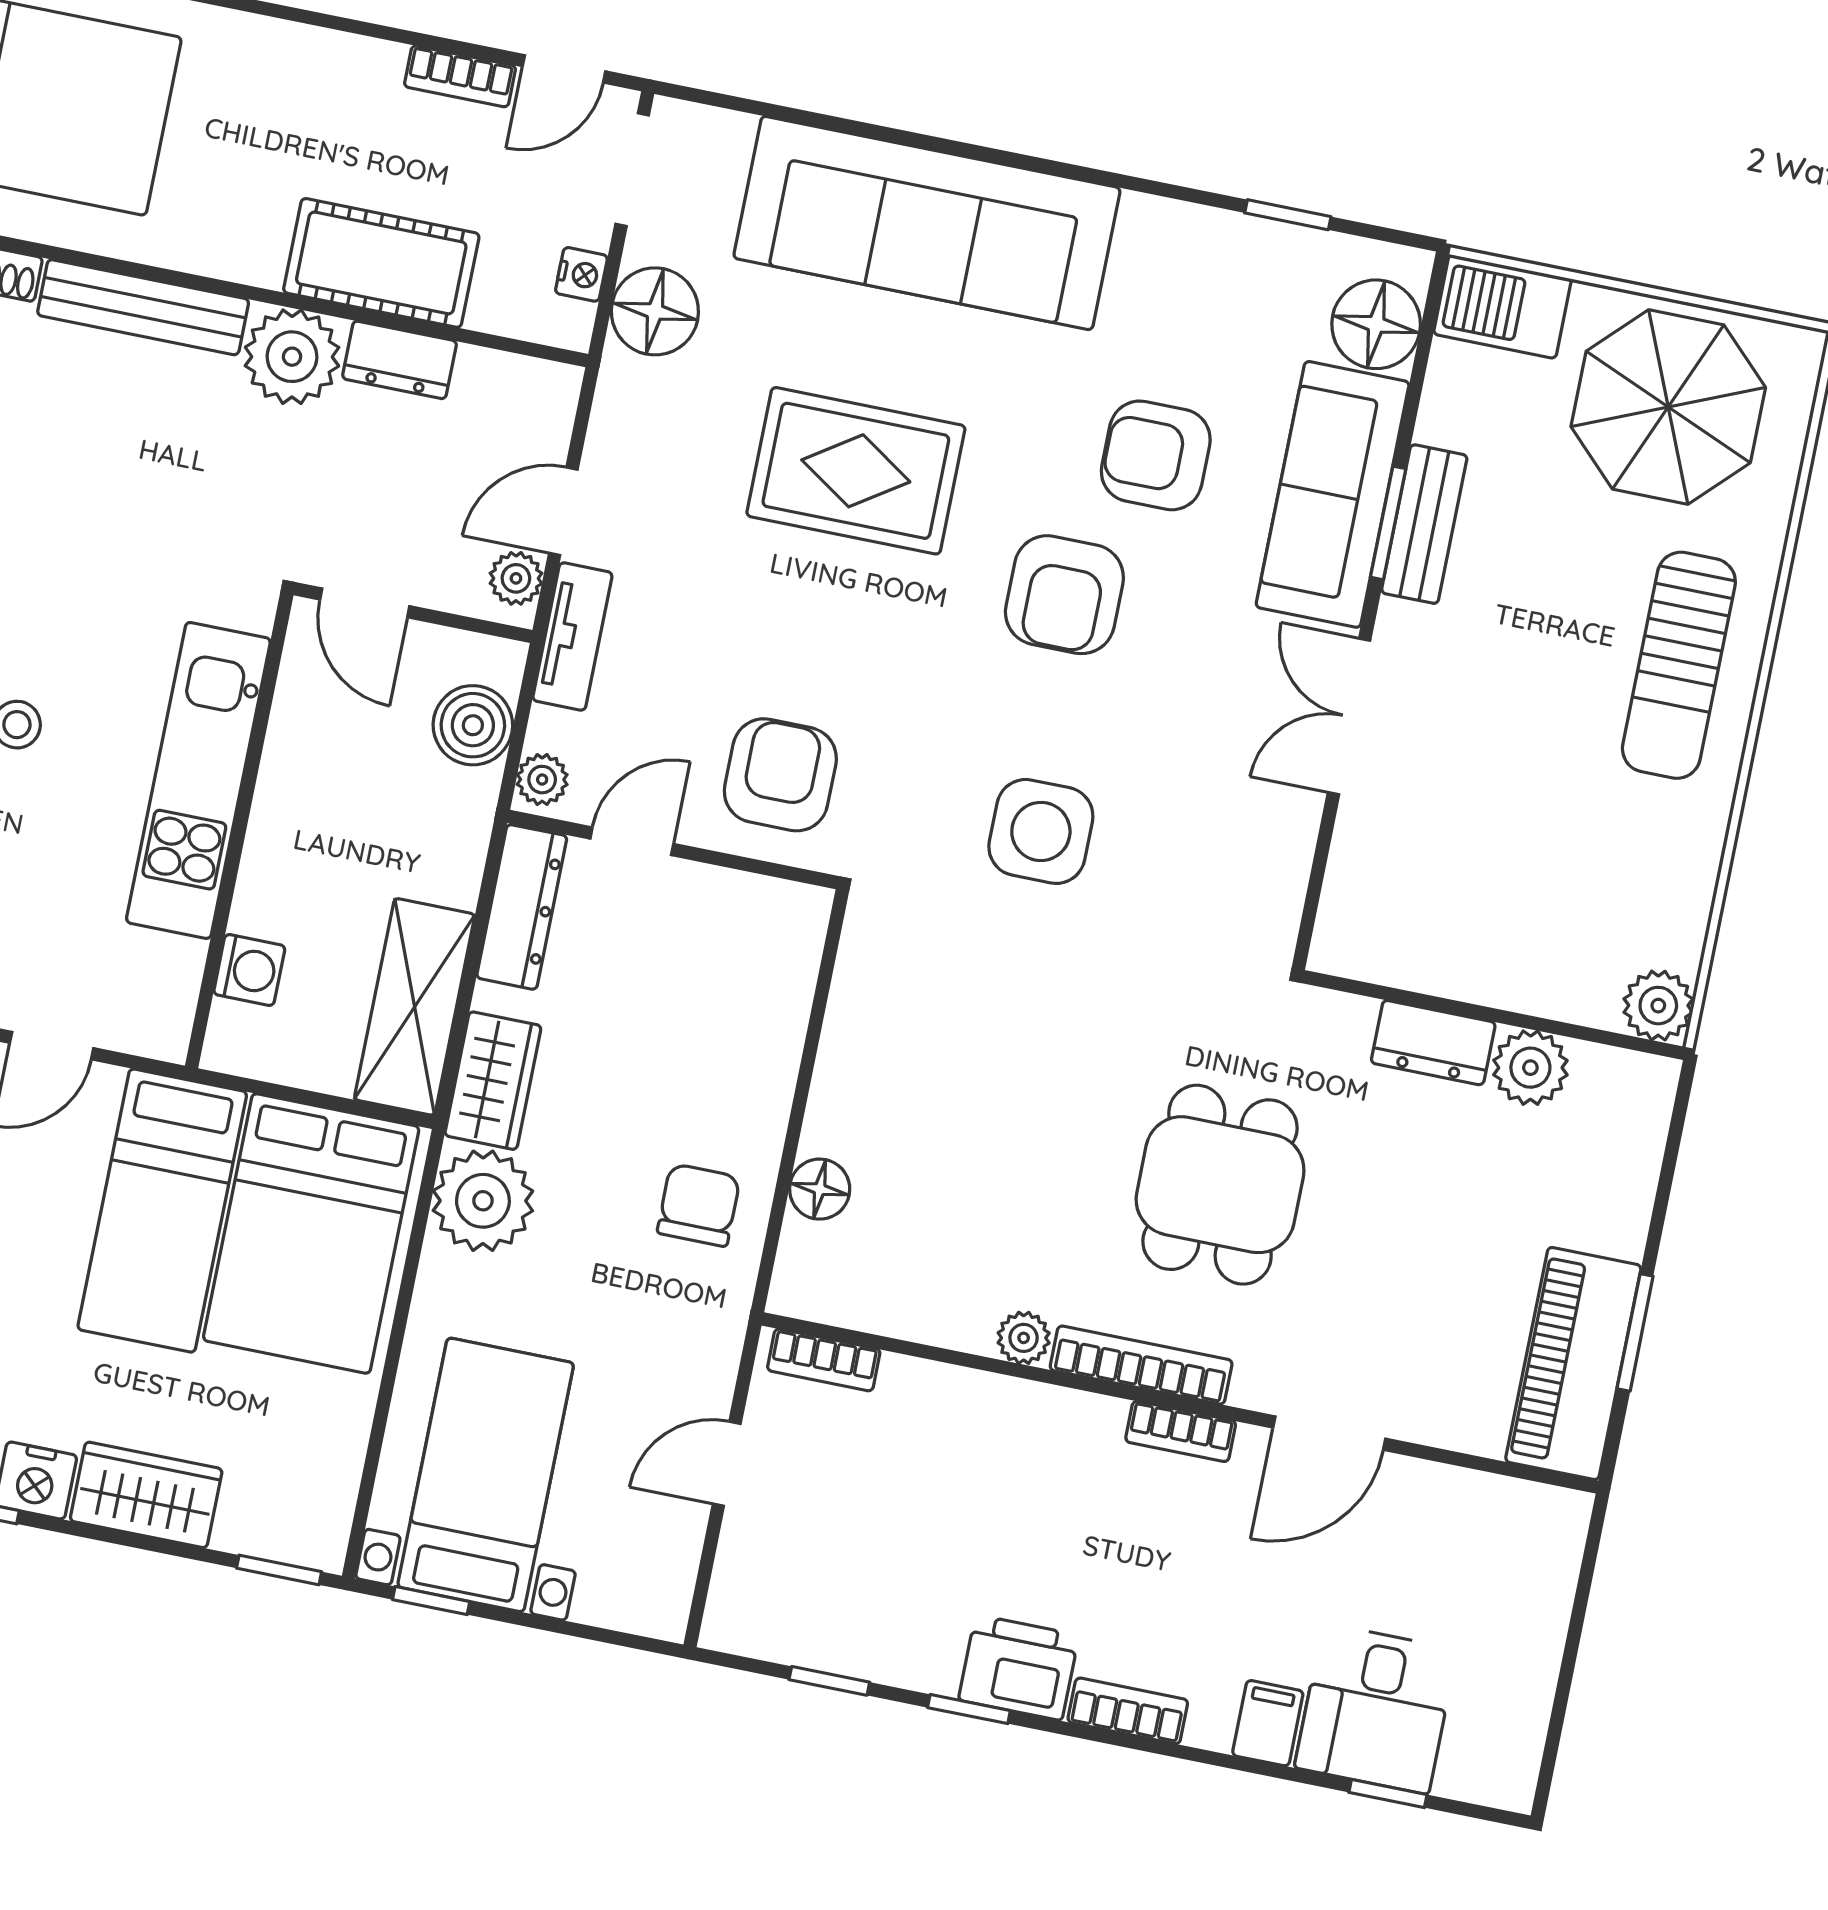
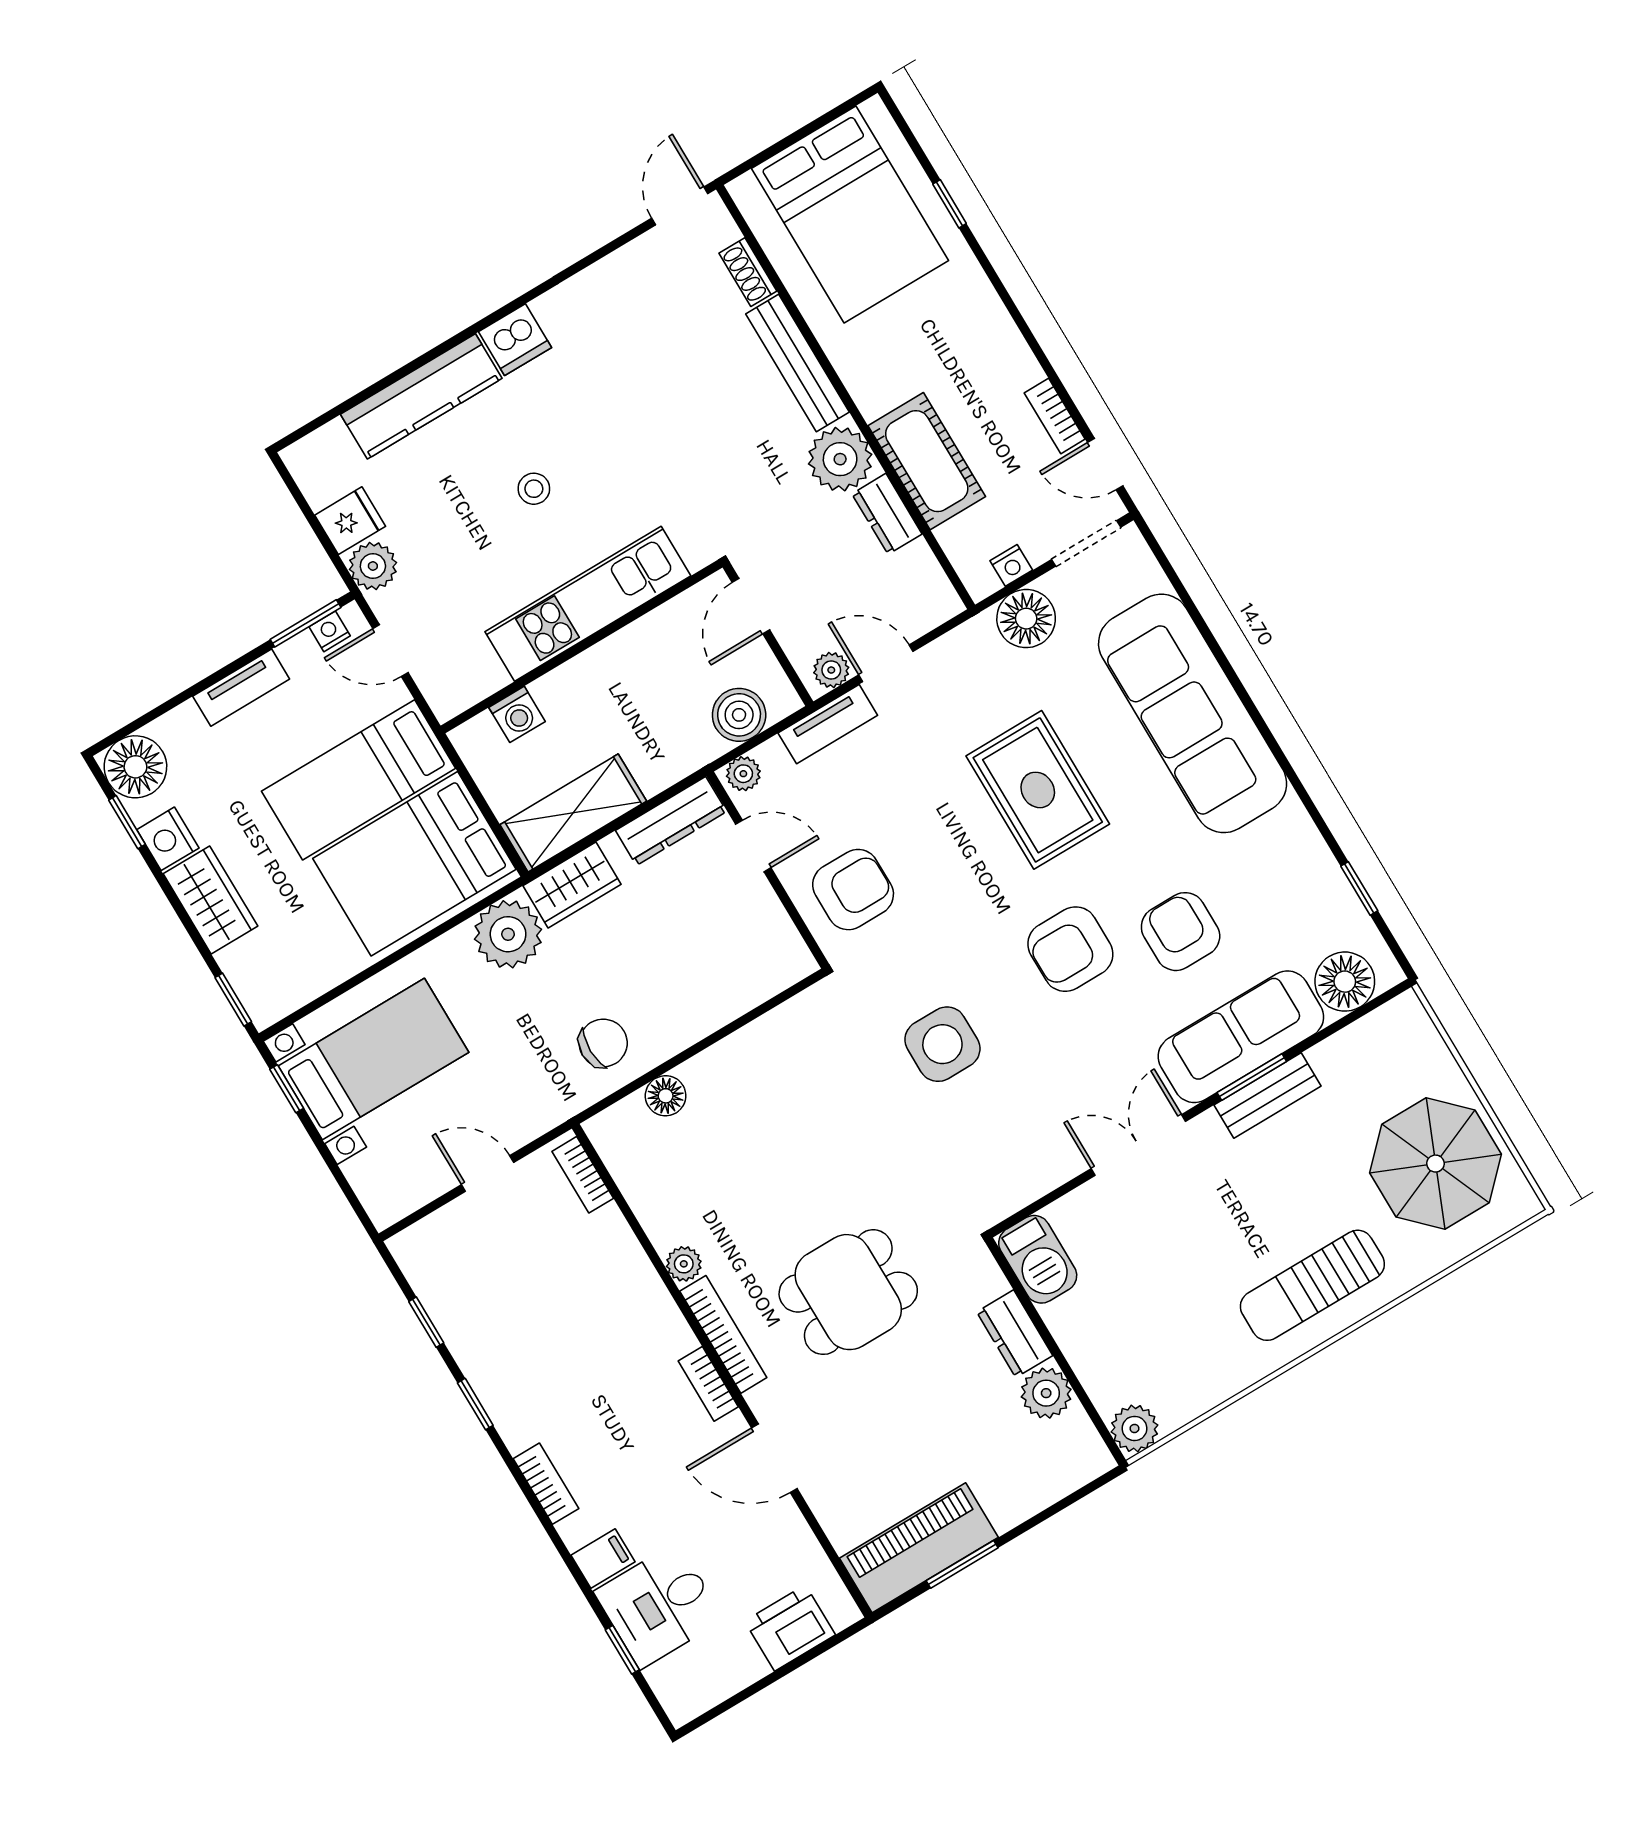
barbecue: (1502, 306) -> (1038, 1259), moved, turned 180
printer: (1019, 1668) -> (790, 1628), moved, turned -90

